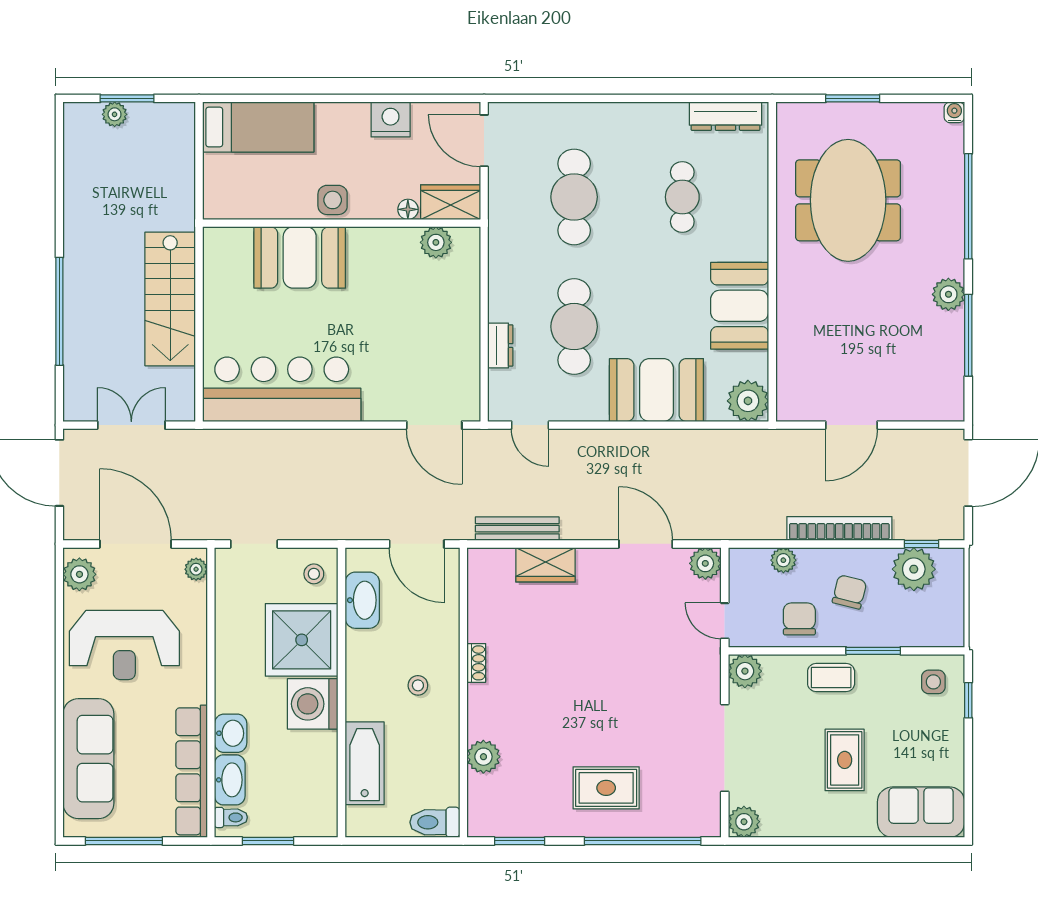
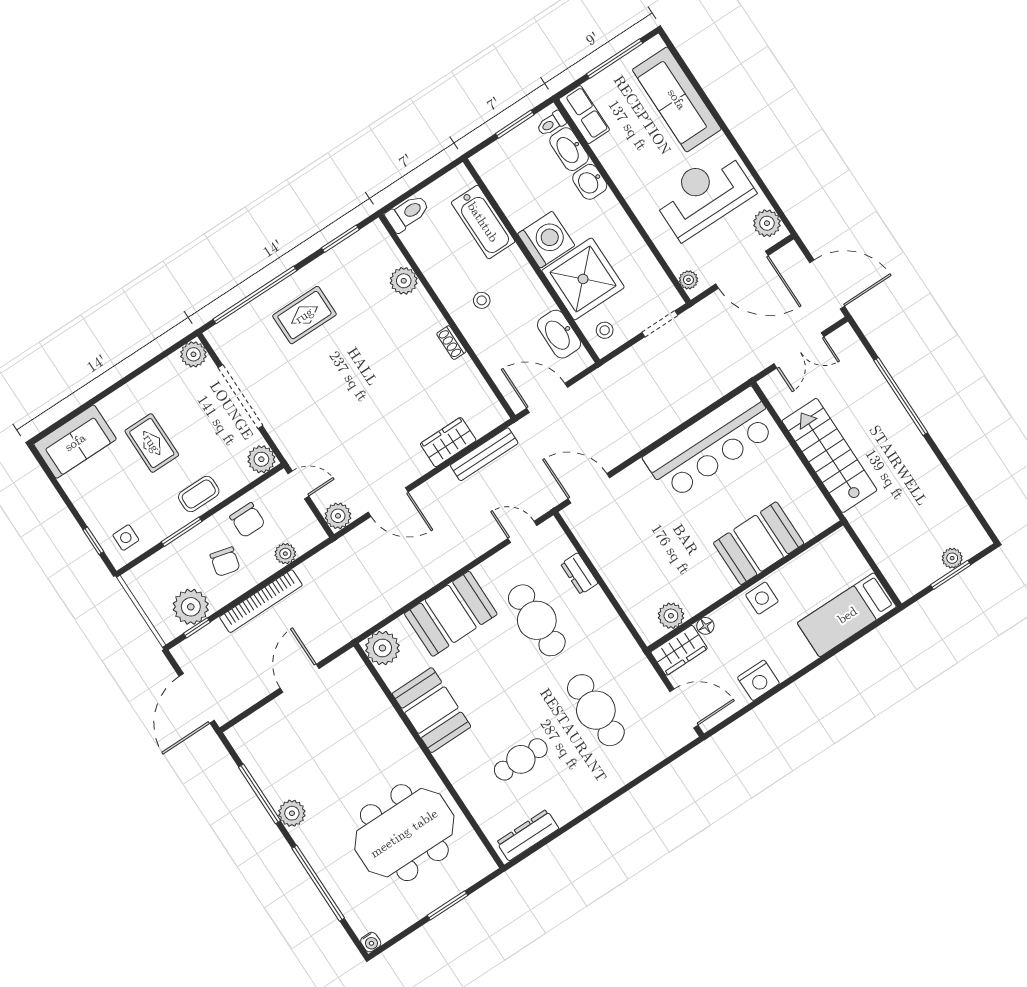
cafe table: (682, 197) -> (521, 759), turned 90
meeting table: (848, 200) -> (404, 833), turned 90
row of seats: (192, 771) -> (584, 115), width x0.50

